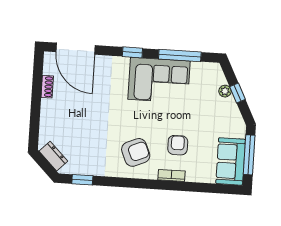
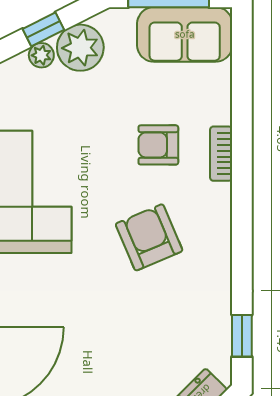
plant: (227, 110) -> (80, 48), added
armchair: (136, 152) -> (149, 237), moved

